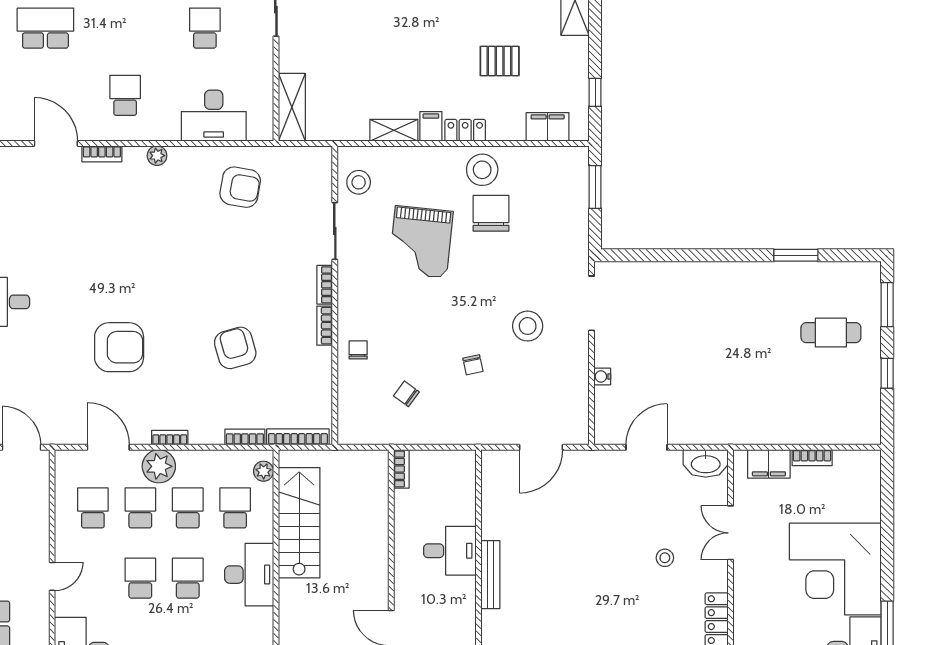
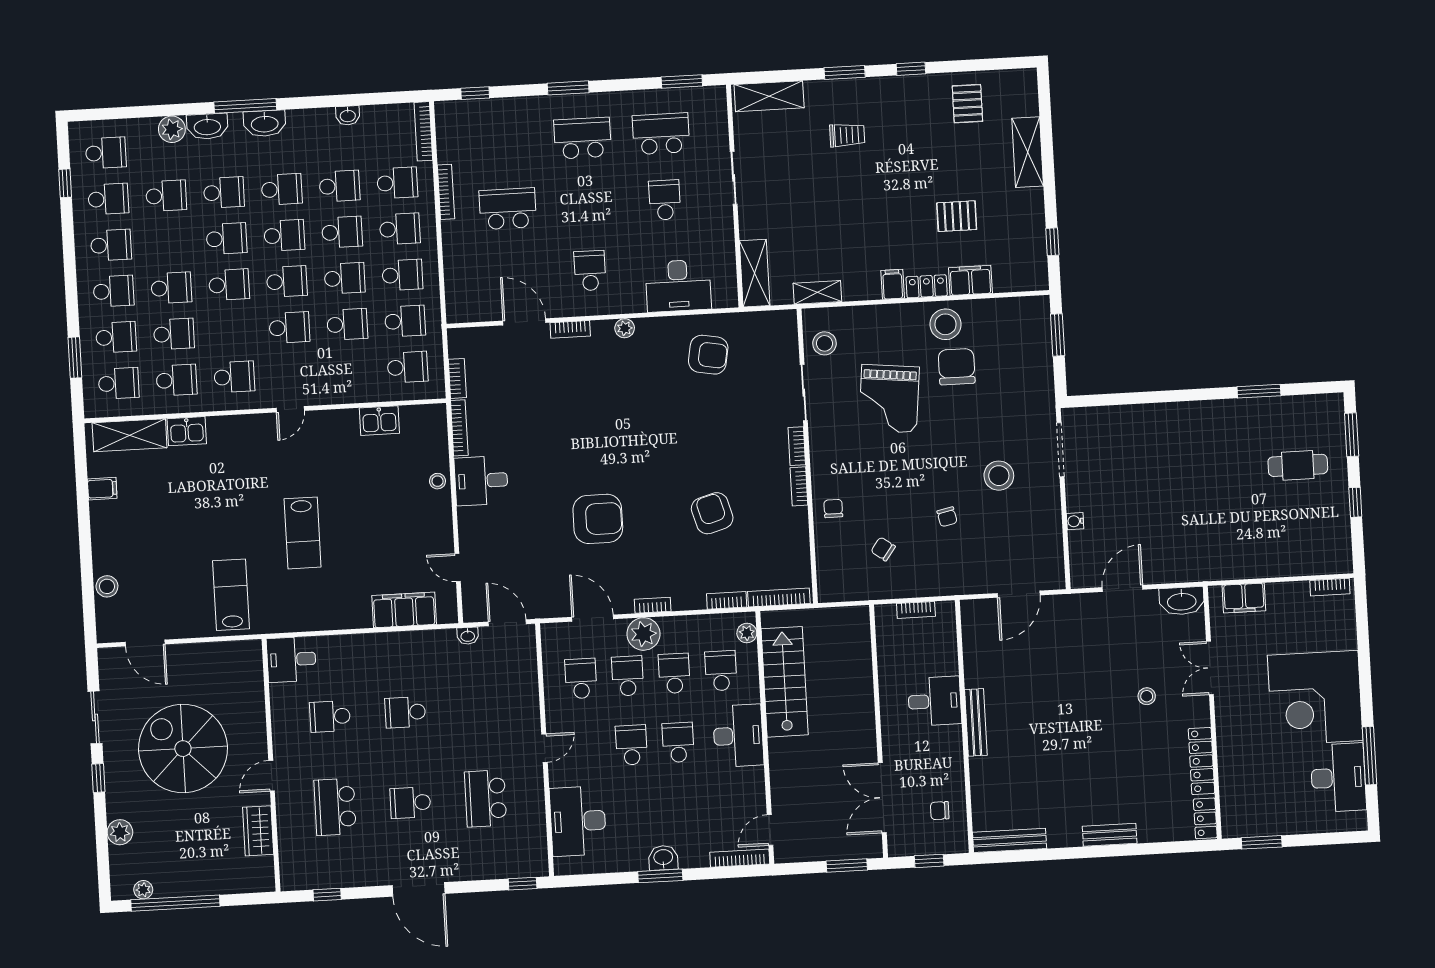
filing cabinet: (548, 127) -> (970, 280), moved
shelving: (394, 130) -> (817, 292), moved
bookcase: (812, 458) -> (1330, 587), moved
bookcase: (401, 469) -> (916, 610), moved, turned 90

